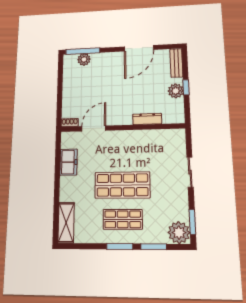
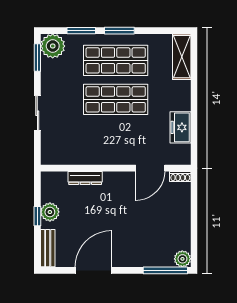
plant: (84, 59) -> (182, 259), moved
shop shelf: (123, 219) -> (116, 60), width x1.43, depth x1.36

